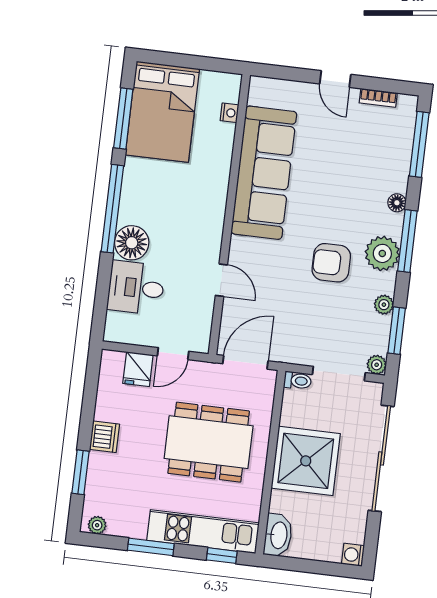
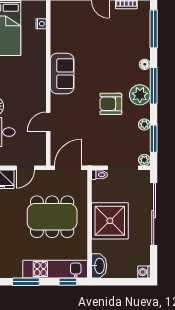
sofa: (264, 173) -> (62, 74), width x0.54, depth x0.79
door: (221, 280) -> (48, 122), swing flipped

